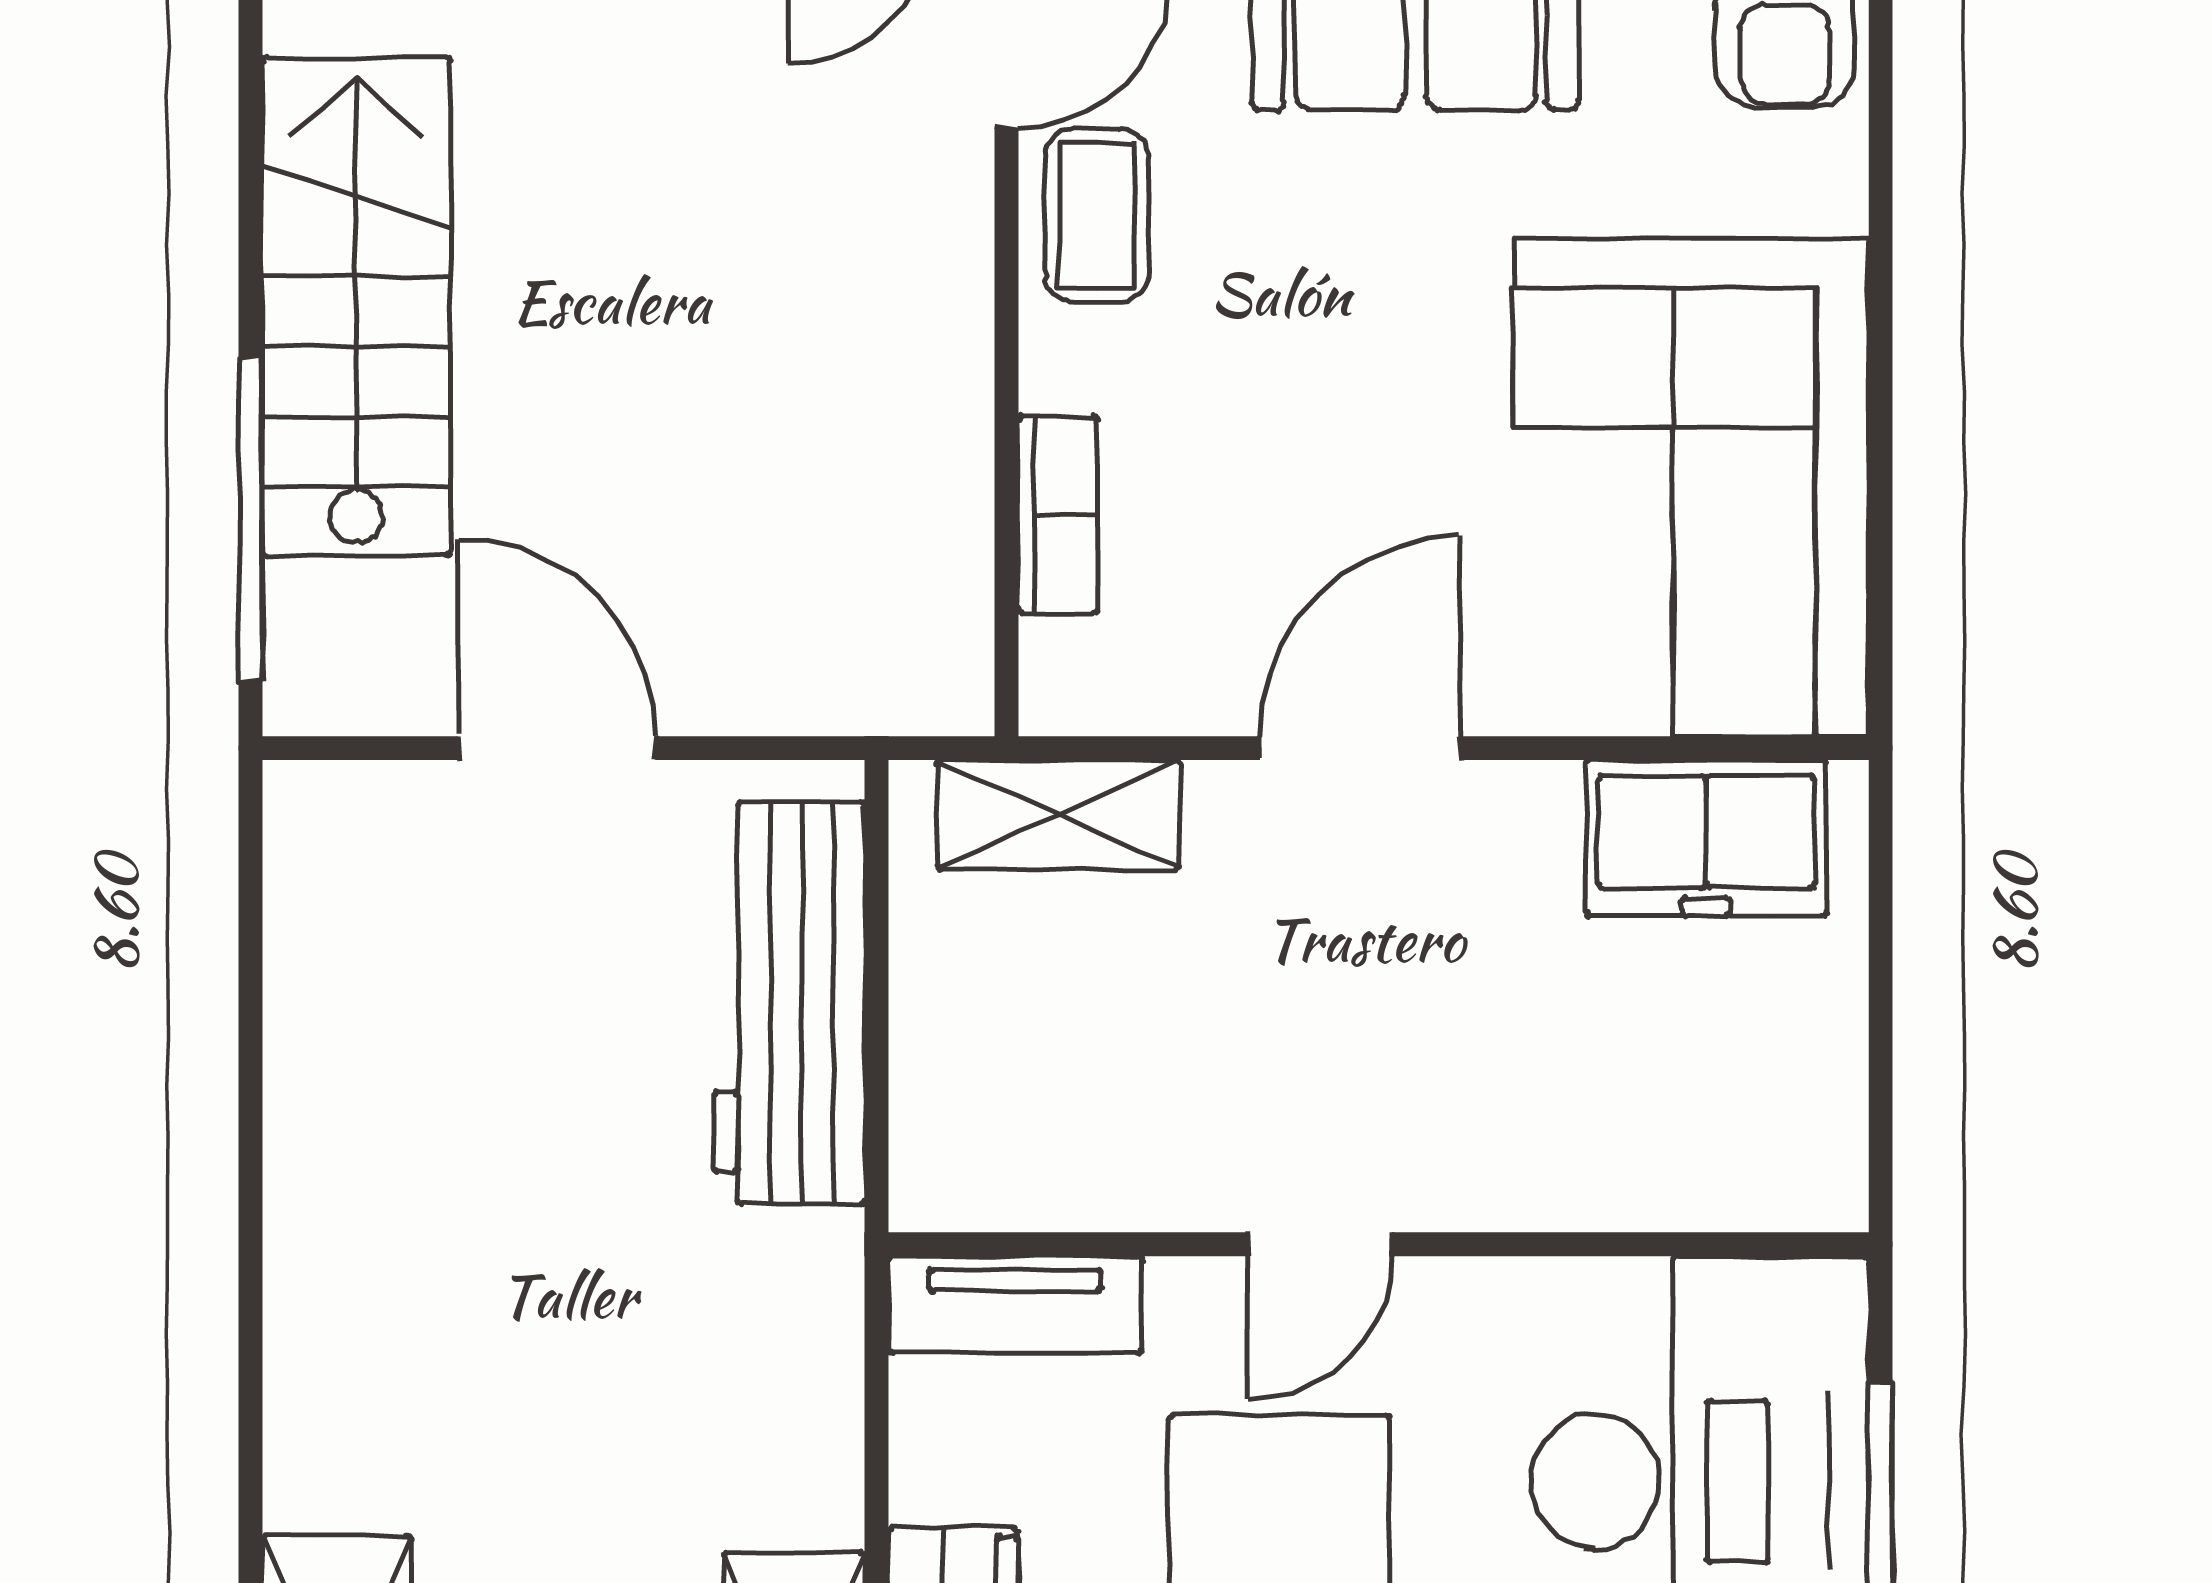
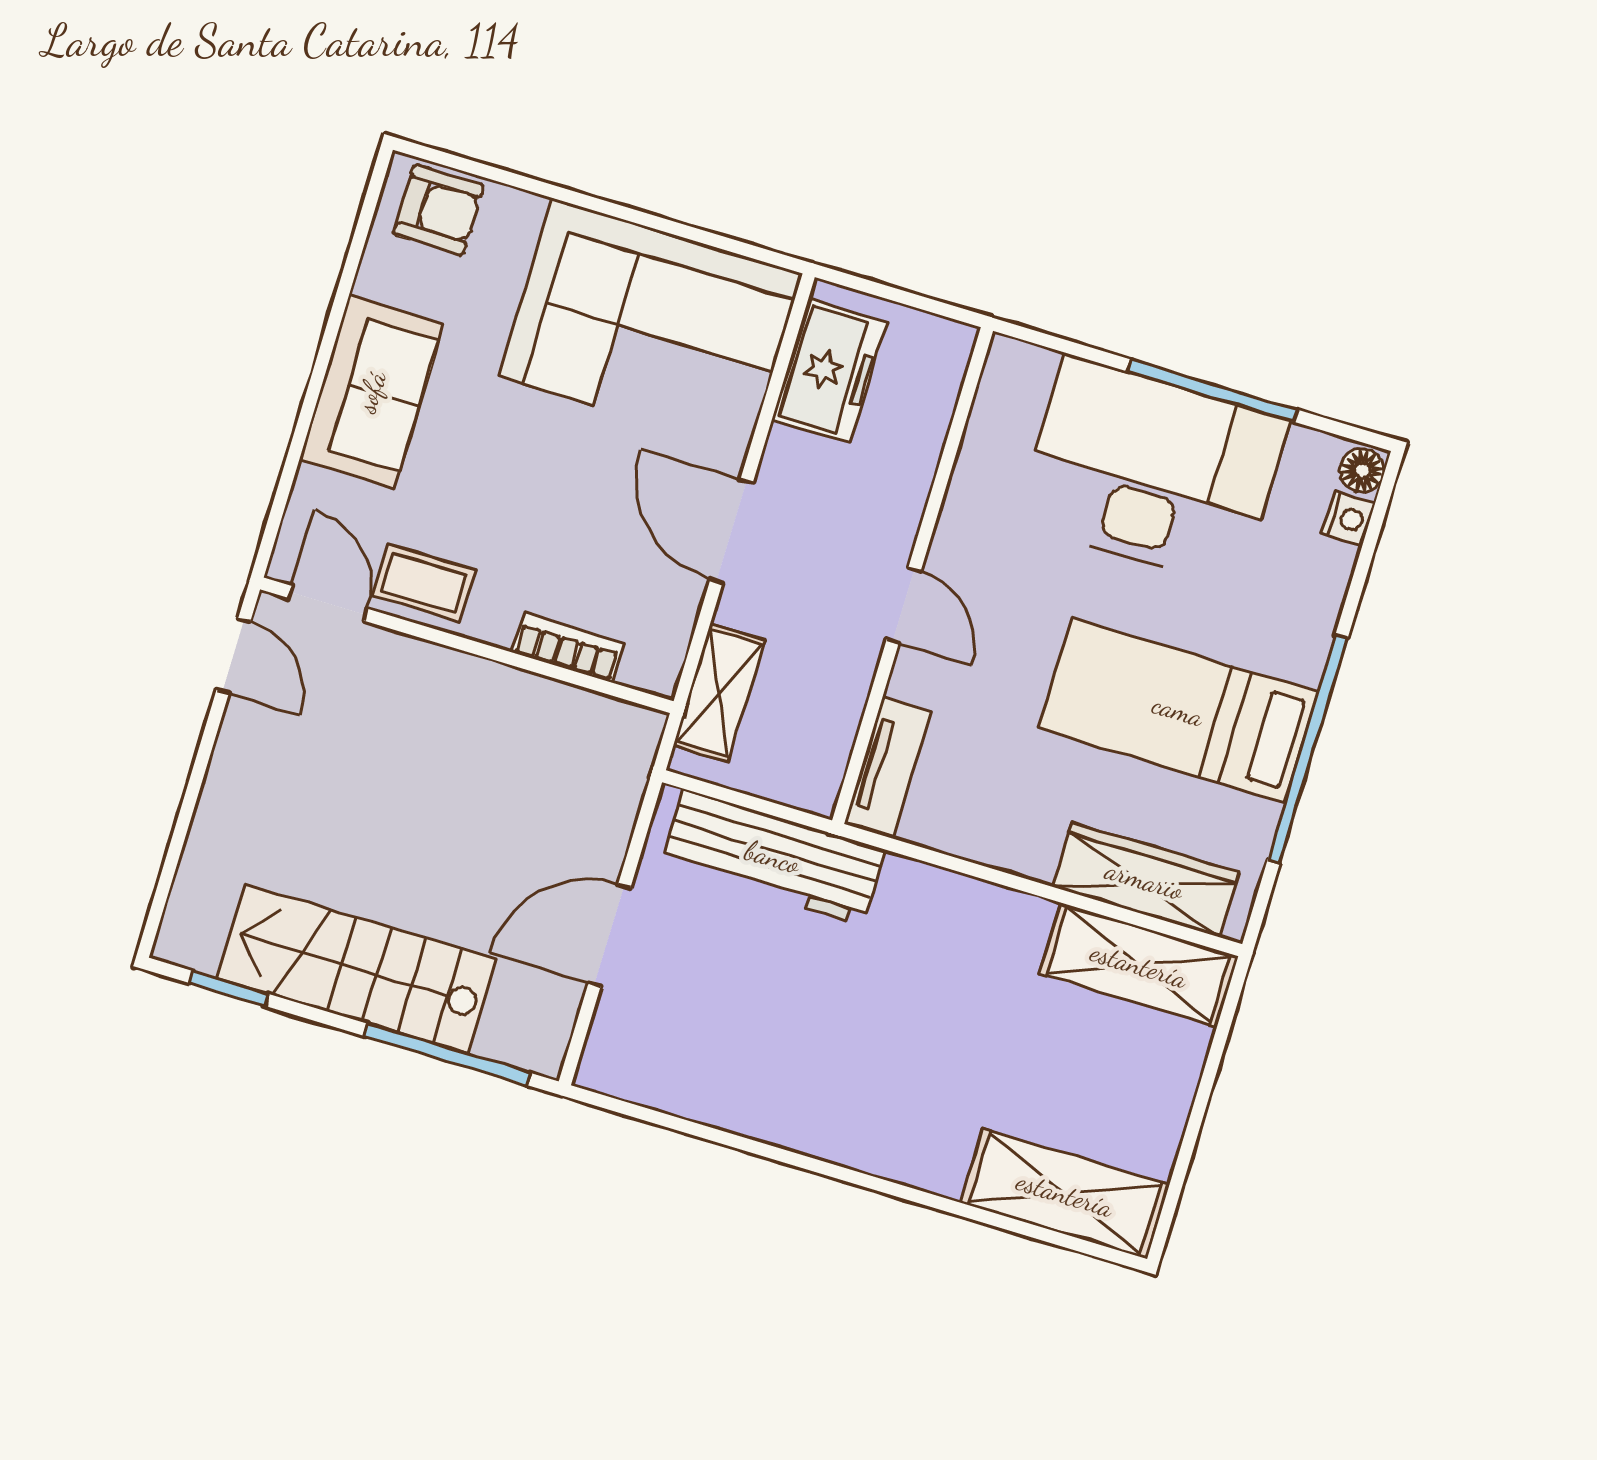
window: (250, 84) -> (229, 988), added
door: (1320, 1244) -> (904, 605), moved
wall: (1379, 1244) -> (913, 576), moved
tv unit: (1015, 1304) -> (888, 768), moved

